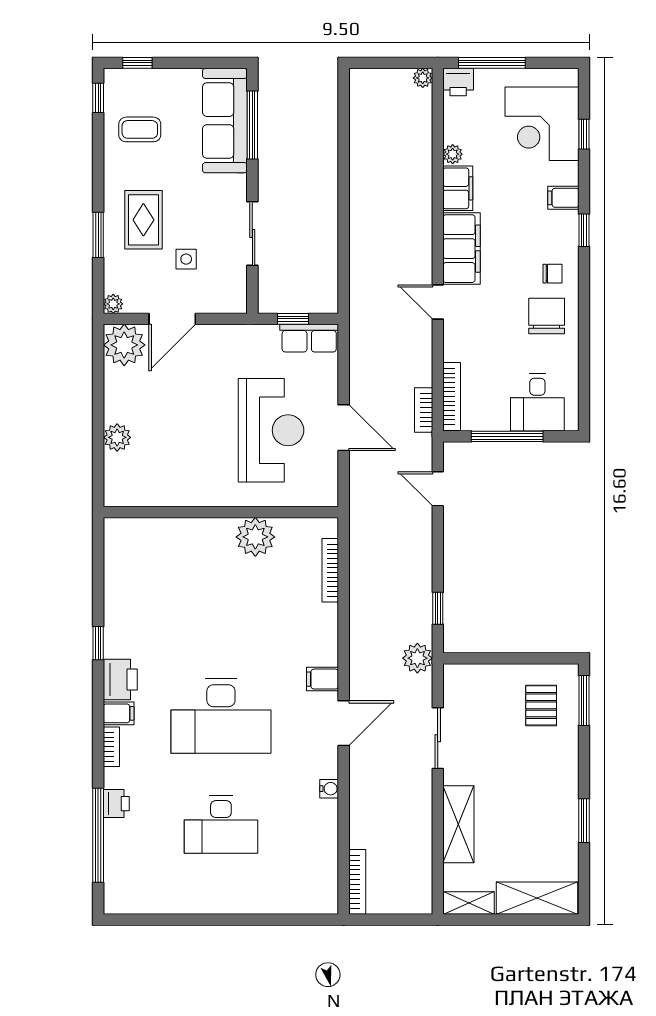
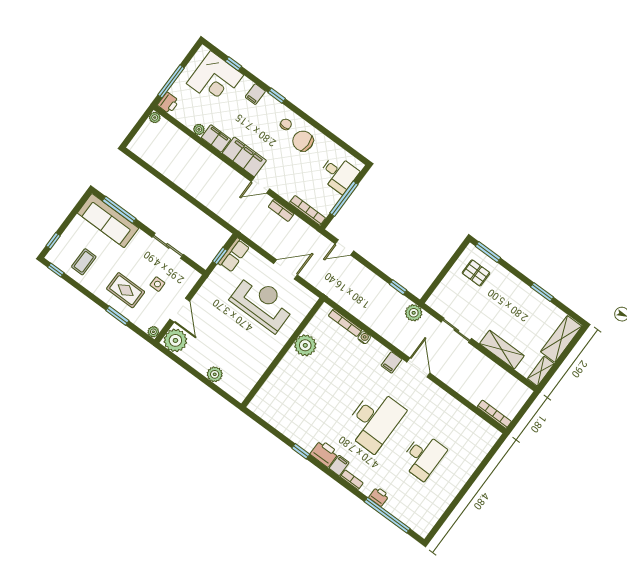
bookcase: (424, 410) -> (281, 210), moved
water cooler: (329, 789) -> (364, 338), moved

